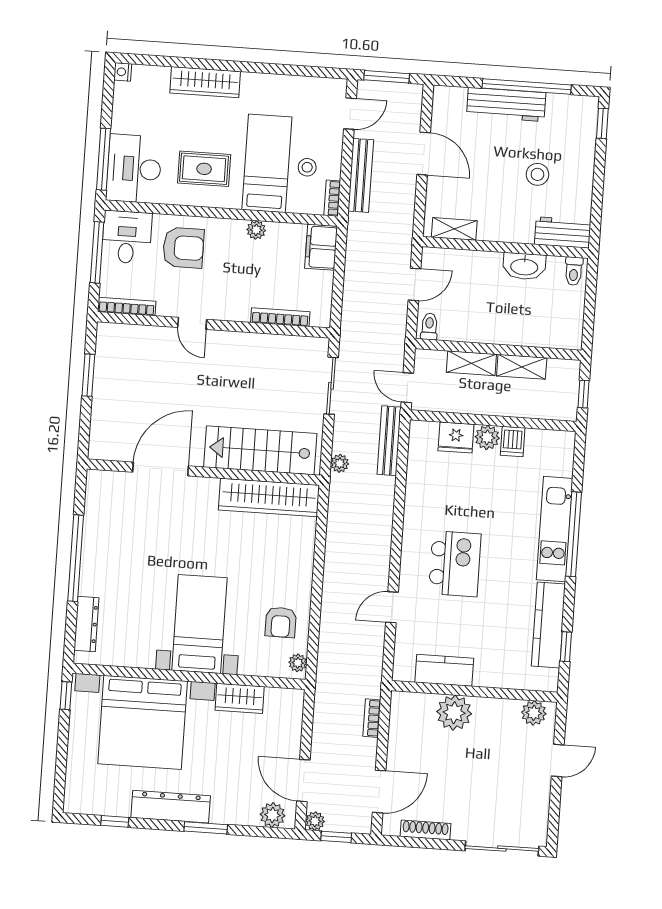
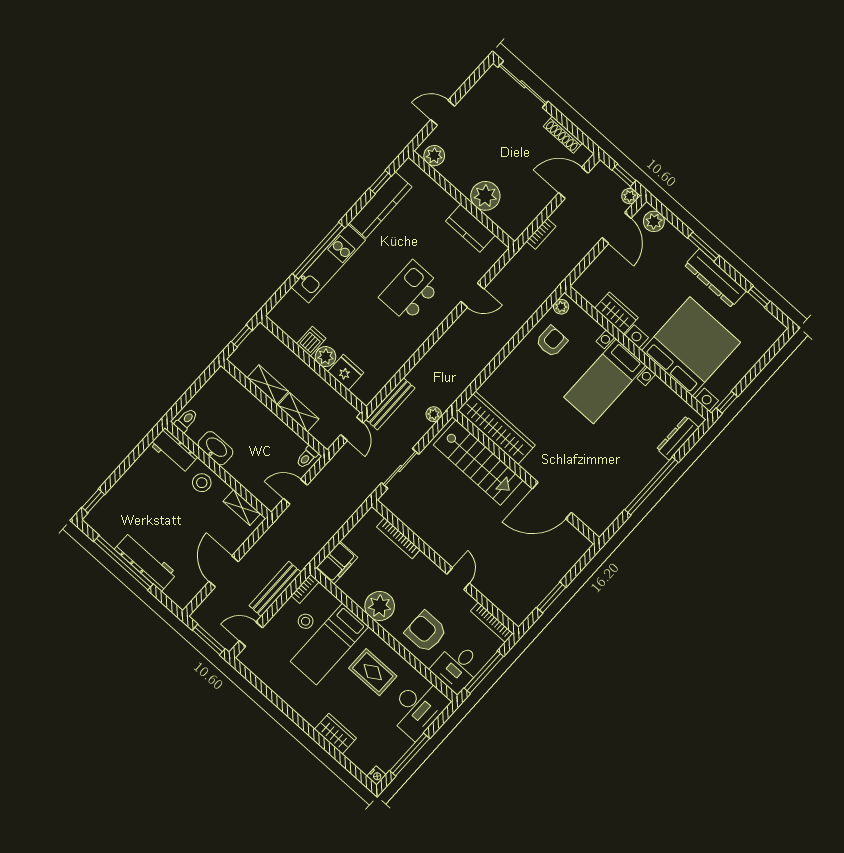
wardrobe: (205, 82) -> (335, 734), width x0.67
window: (103, 159) -> (410, 754), moved
stool: (537, 174) -> (202, 483), moved
plant: (256, 230) -> (380, 606), width x1.88, depth x1.88

